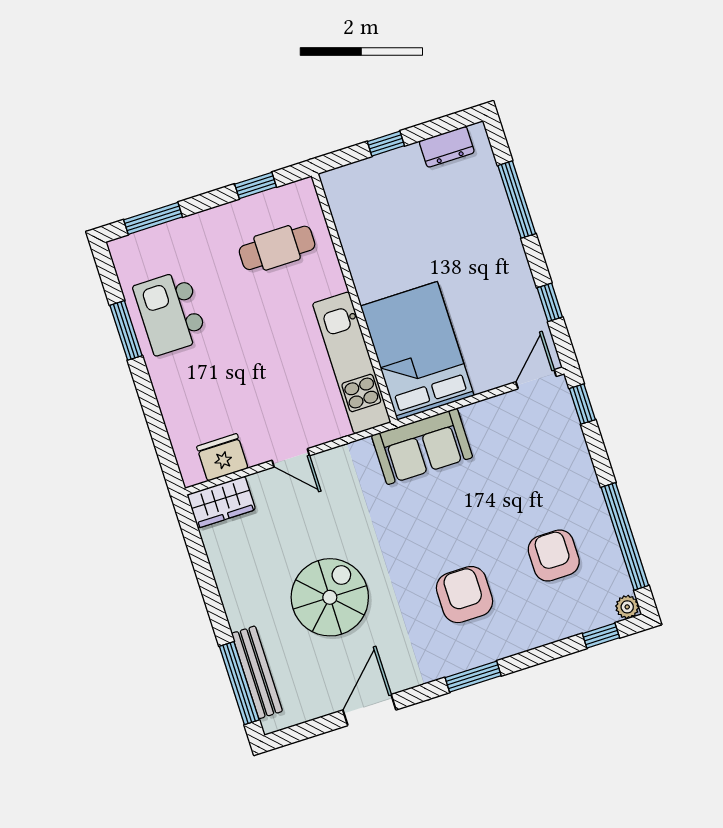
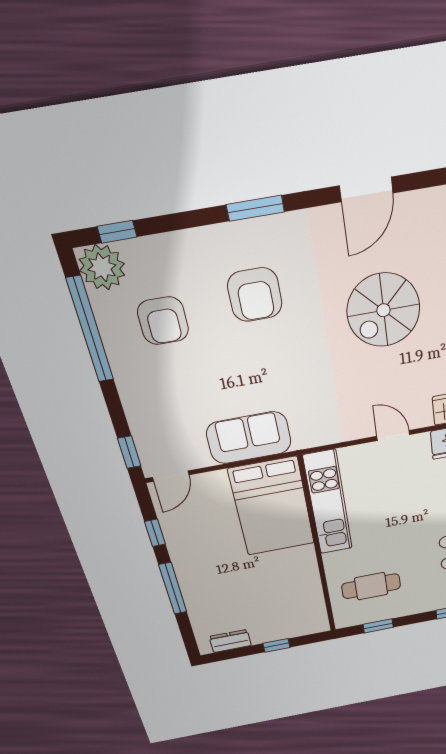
window: (517, 200) -> (173, 589), moved
sofa: (422, 446) -> (249, 438), moved
plant: (627, 607) -> (102, 267), width x1.88, depth x1.88

